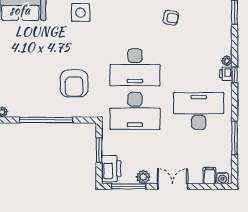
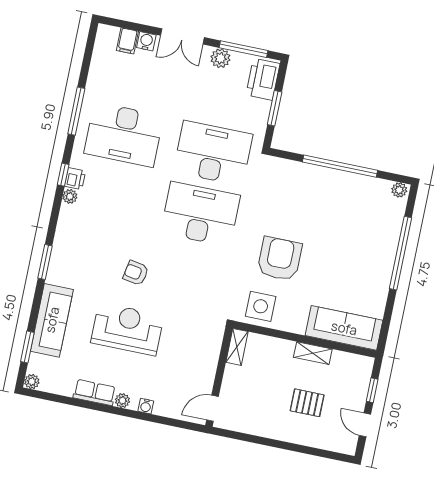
armchair: (74, 83) -> (280, 259), moved
window: (235, 138) -> (76, 111), moved
water cooler: (223, 178) -> (146, 41), moved

